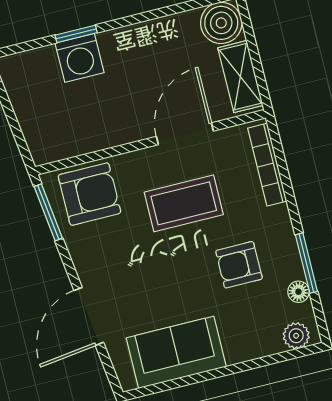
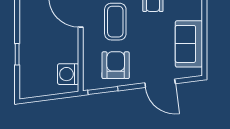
washing machine: (80, 58) -> (68, 74), moved, turned 180
armchair: (89, 194) -> (116, 65), moved

